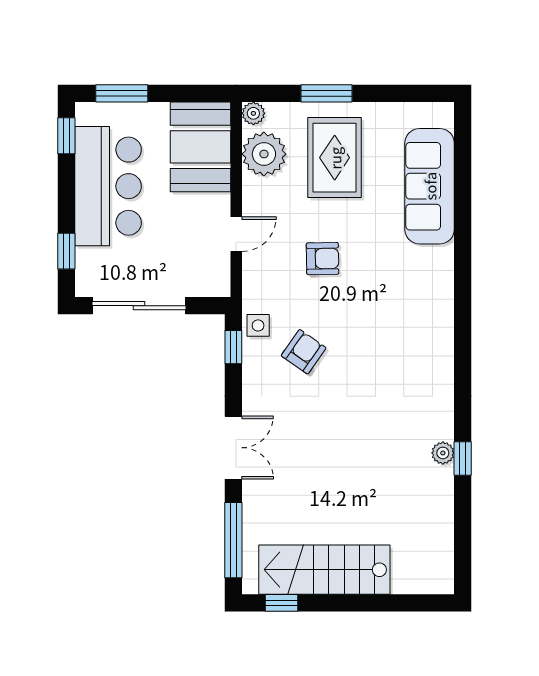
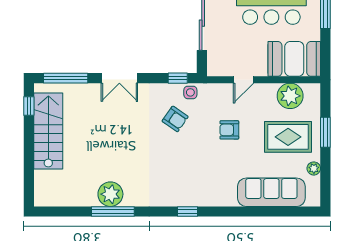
plant: (253, 113) -> (314, 168), moved
door: (236, 234) -> (244, 80), hinge flipped
armchair: (323, 259) -> (229, 130), turned 91
window: (463, 330) -> (188, 211), added
plant: (443, 453) -> (110, 194), width x1.88, depth x1.88
window: (463, 458) -> (113, 211), width x2.17

